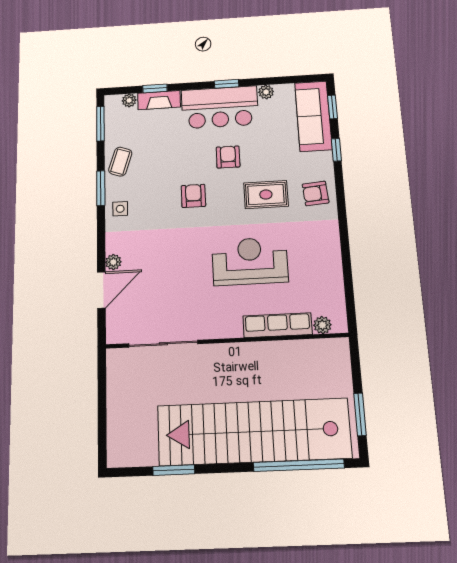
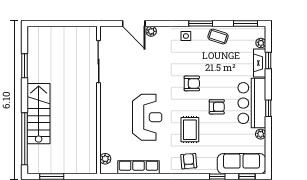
row of seats: (278, 325) -> (139, 167), moved, turned -90
stairs: (254, 432) -> (39, 114), width x0.54, depth x0.66

